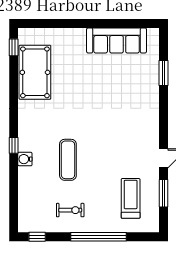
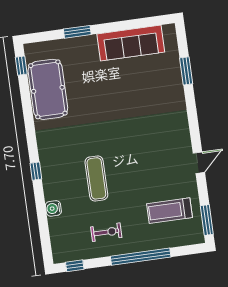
window: (69, 23) -> (77, 32), added
water cooler: (25, 159) -> (53, 208), moved
window: (164, 193) -> (207, 220), moved
treadmill: (131, 198) -> (169, 211), turned -90

